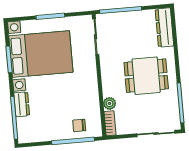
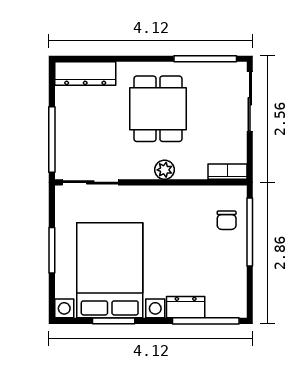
plant: (110, 103) -> (165, 170), moved

